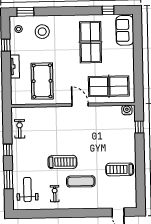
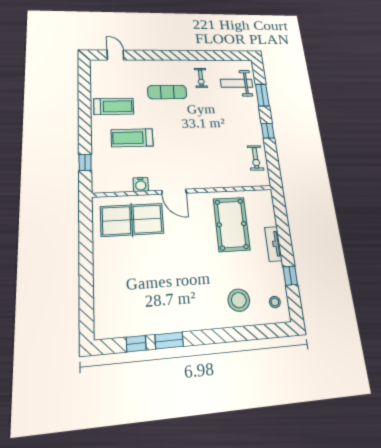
window: (25, 12) -> (169, 340), moved
sofa: (125, 30) -> (108, 310), removed
table tennis table: (90, 42) -> (163, 287), removed
water cooler: (127, 110) -> (141, 184), moved
treadmill: (62, 162) -> (132, 138), moved
weight bench: (27, 190) -> (237, 83), turned 90

